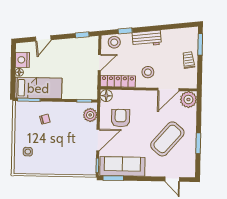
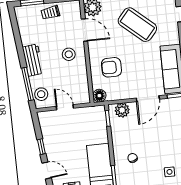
window: (125, 31) -> (28, 84), width x2.17
window: (82, 35) -> (41, 147), moved
locker: (118, 81) -> (82, 85), removed
armchair: (121, 118) -> (111, 67), moved
door: (98, 140) -> (148, 99), swing flipped

